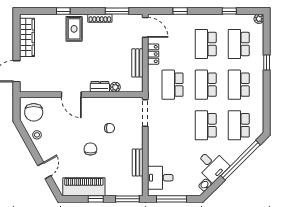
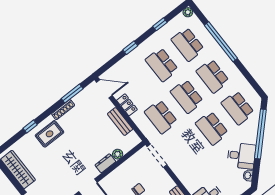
window: (180, 11) -> (130, 48), moved
rug: (74, 29) -> (50, 134), turned 90
window: (267, 63) -> (221, 42), width x3.17

